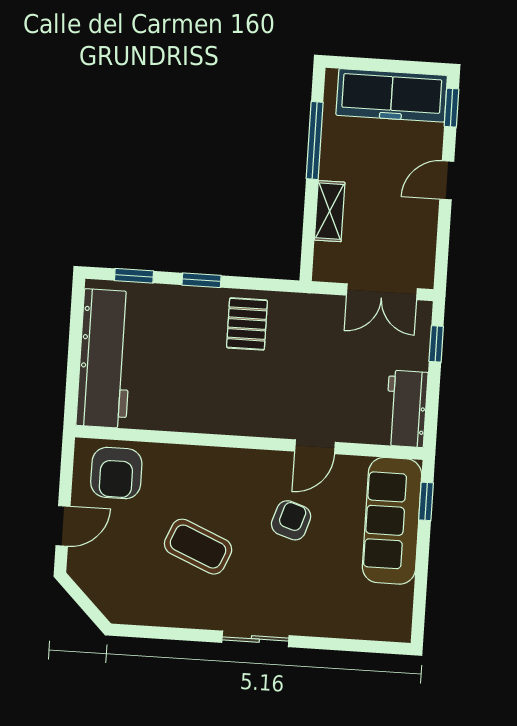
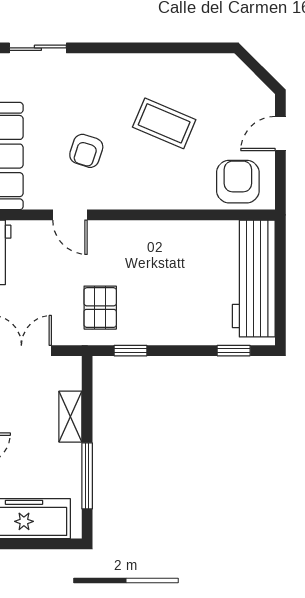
window: (201, 280) -> (131, 351), moved
pallet: (247, 324) -> (100, 308), moved
door: (315, 447) -> (70, 215), swing flipped
sliding door: (255, 639) -> (38, 48), moved

